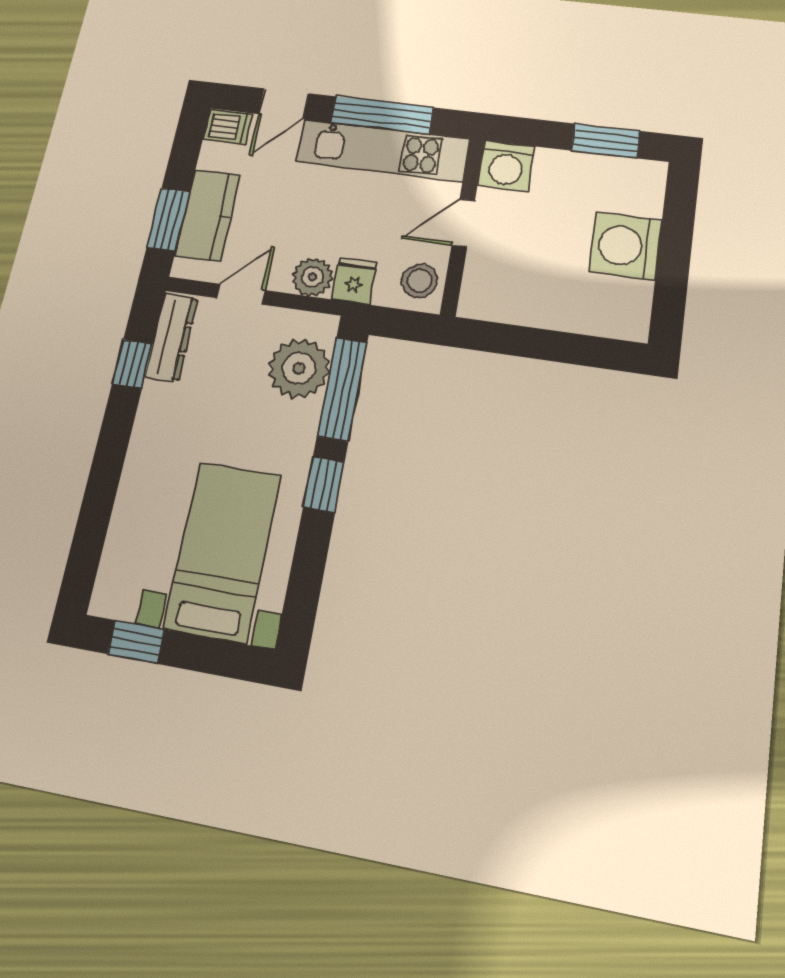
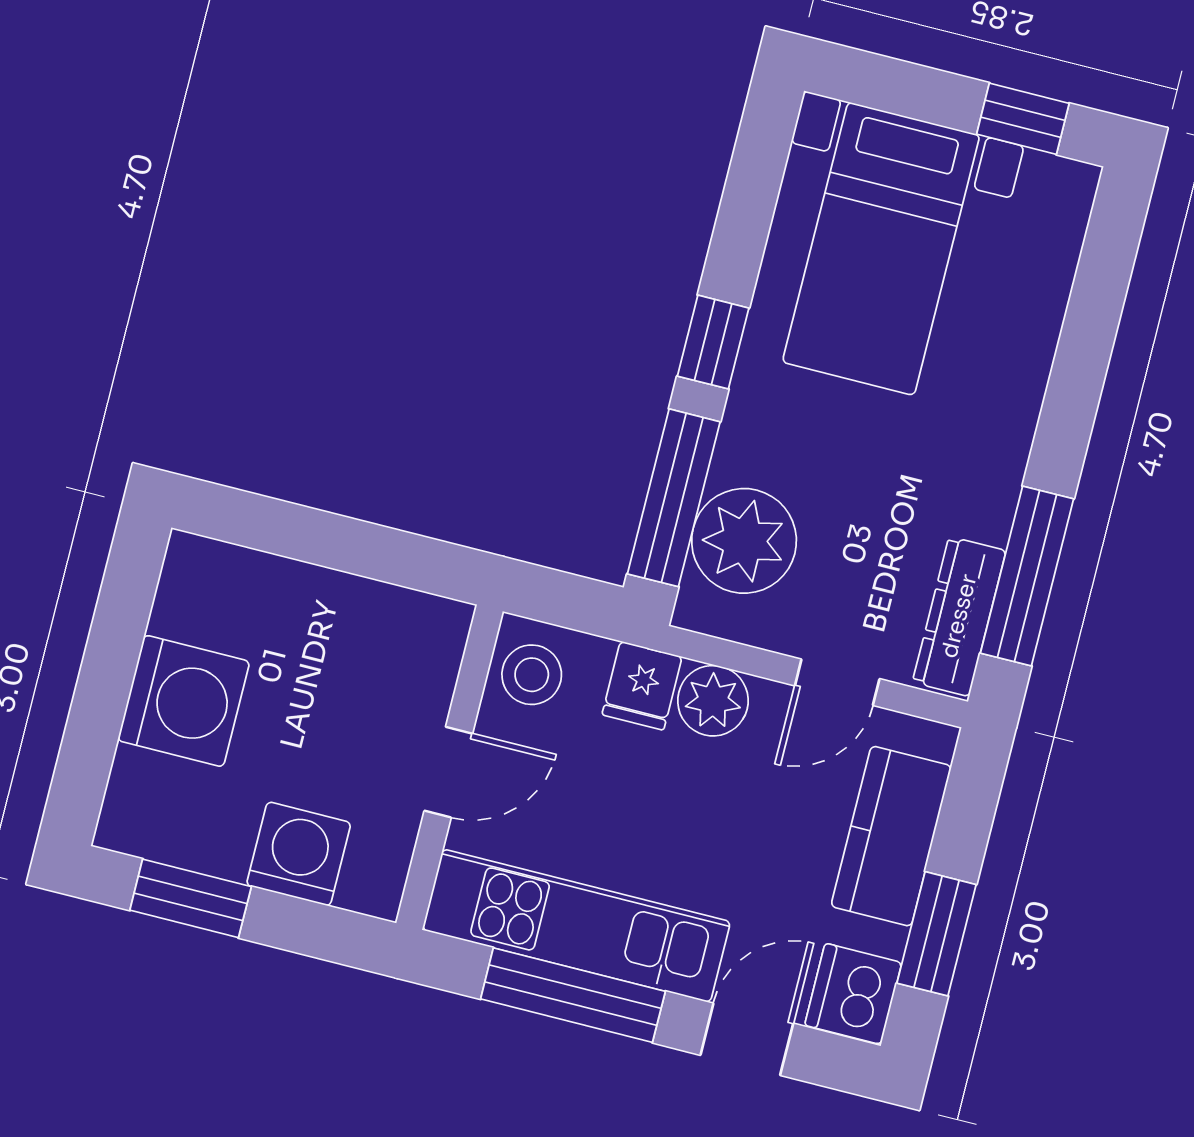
dishwasher: (228, 127) -> (853, 994), width x1.38
washing machine: (506, 166) -> (299, 854), moved
window: (168, 219) -> (936, 934), moved
window: (132, 364) -> (1027, 576), width x2.17

